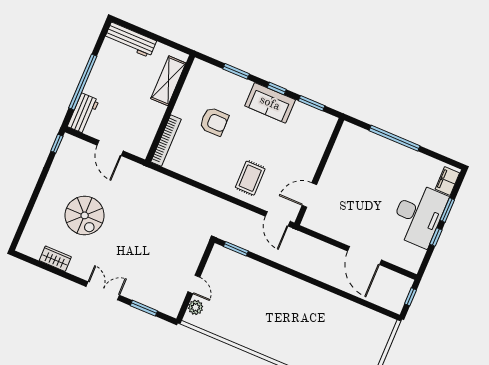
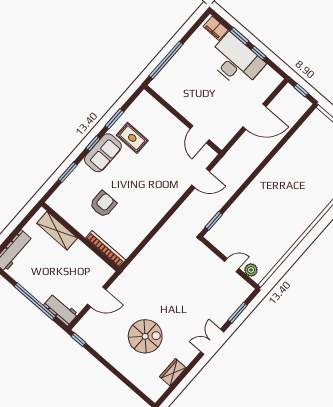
wall: (319, 171) -> (183, 120), moved
rug: (250, 178) -> (132, 138), moved
door: (309, 195) -> (200, 134), moved

